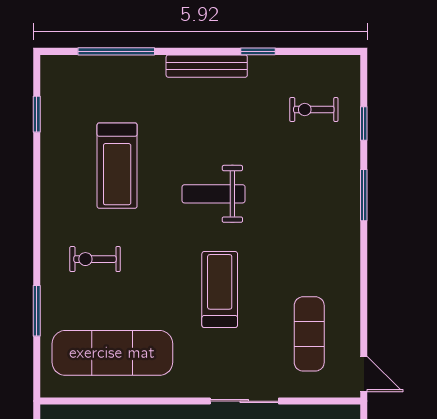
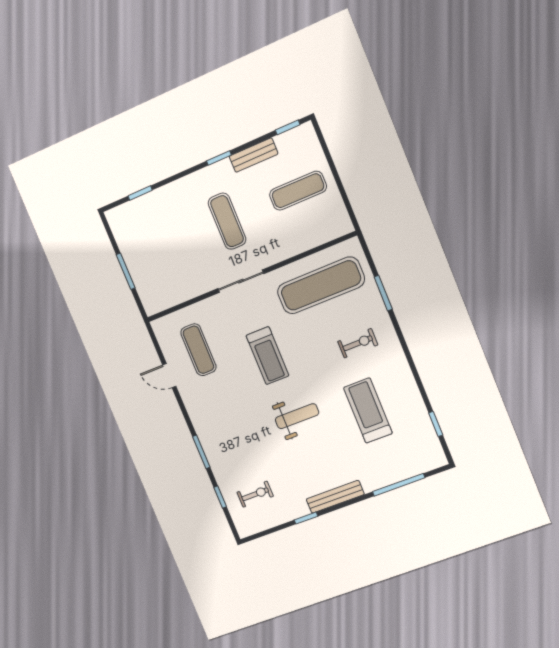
door: (364, 374) -> (169, 376), moved
sliding door: (244, 401) -> (241, 281), moved

